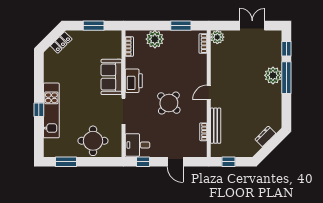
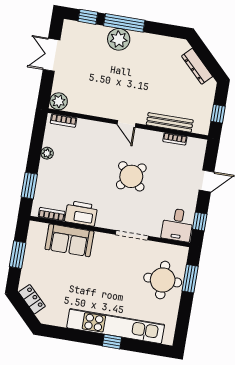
window: (181, 26) -> (29, 186), moved
plant: (155, 39) -> (47, 153), moved, width x0.53, depth x0.53
sofa: (111, 77) -> (69, 240), moved
printer: (134, 81) -> (81, 213), moved
kitchen unit: (51, 110) -> (116, 326), width x1.36
dresser: (265, 136) -> (197, 66), width x1.44
window: (66, 162) -> (190, 279), moved

